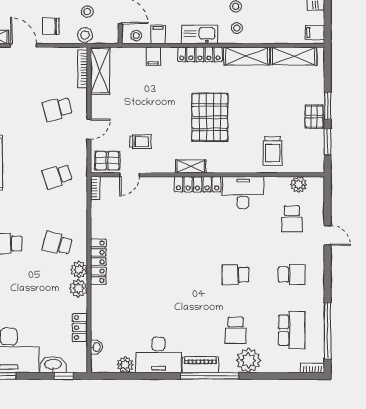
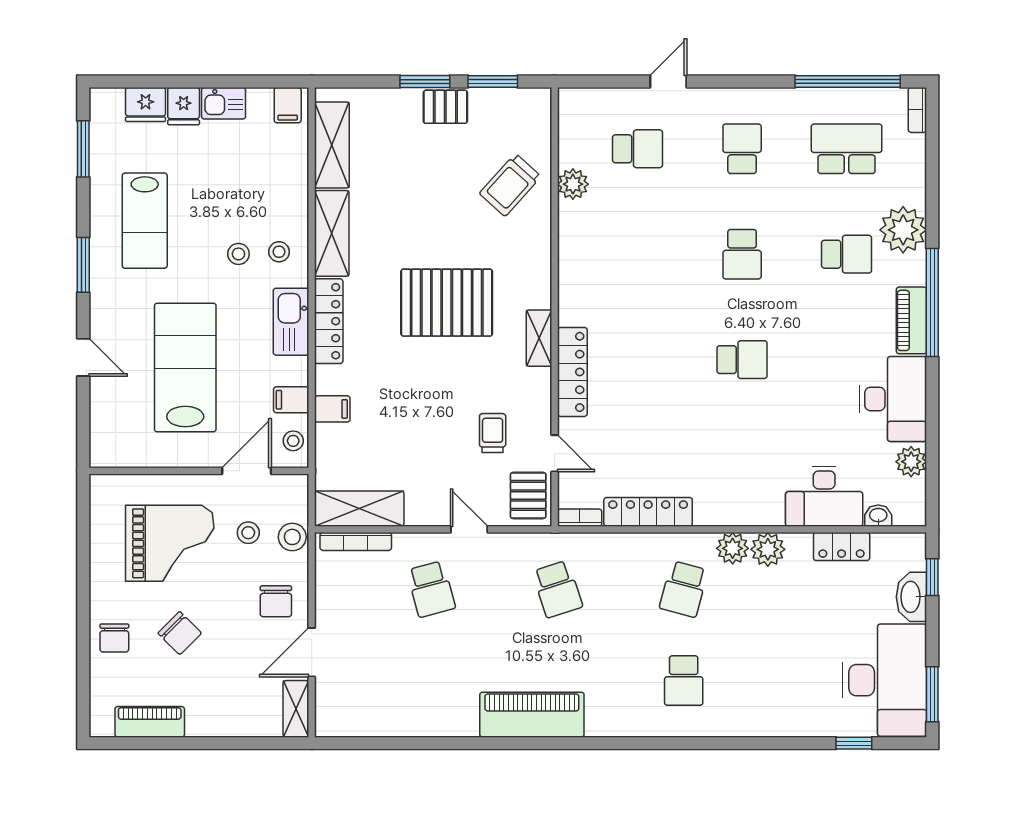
trolley: (272, 151) -> (510, 185), turned 132
locker: (198, 184) -> (572, 372), moved
plant: (298, 185) -> (573, 184), moved
desk: (243, 192) -> (824, 496), moved, turned -90
locker: (98, 262) -> (648, 512), moved
school desk: (179, 275) -> (742, 360), added

